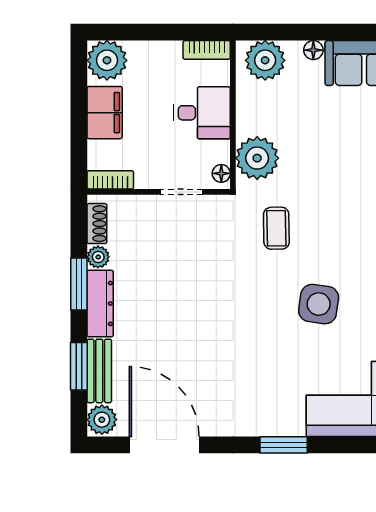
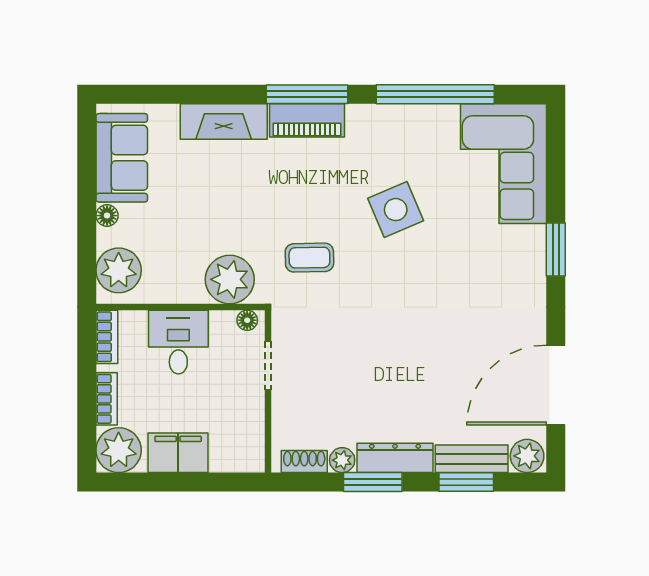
bookcase: (110, 180) -> (107, 399), moved, turned 180
side table: (319, 304) -> (396, 210), turned -31

